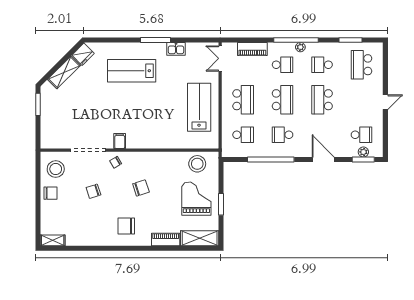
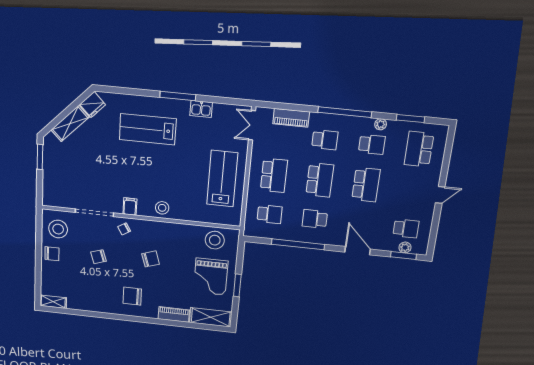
plant: (300, 47) -> (381, 124), moved
school desk: (322, 65) -> (372, 144), turned 180
school desk: (322, 100) -> (366, 185), turned 180
stool: (148, 139) -> (162, 208), added
grand piano: (196, 199) -> (211, 277), turned 180

